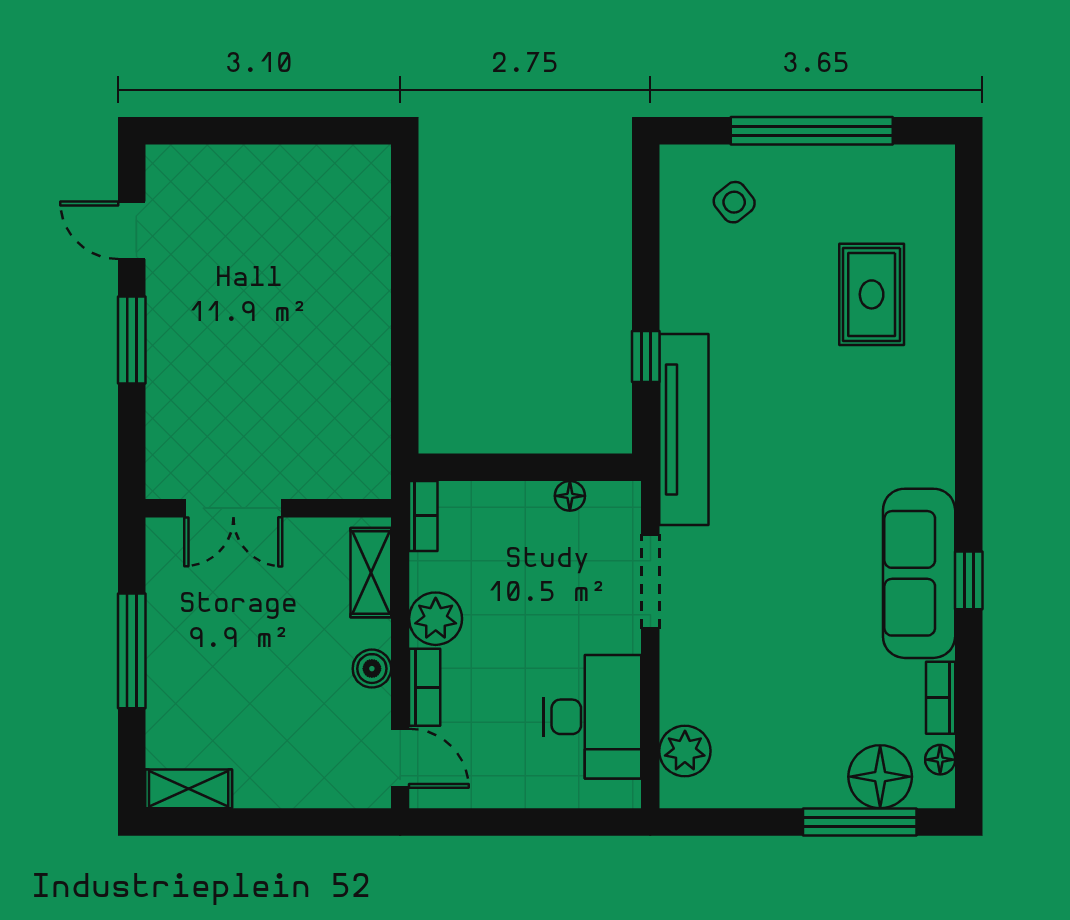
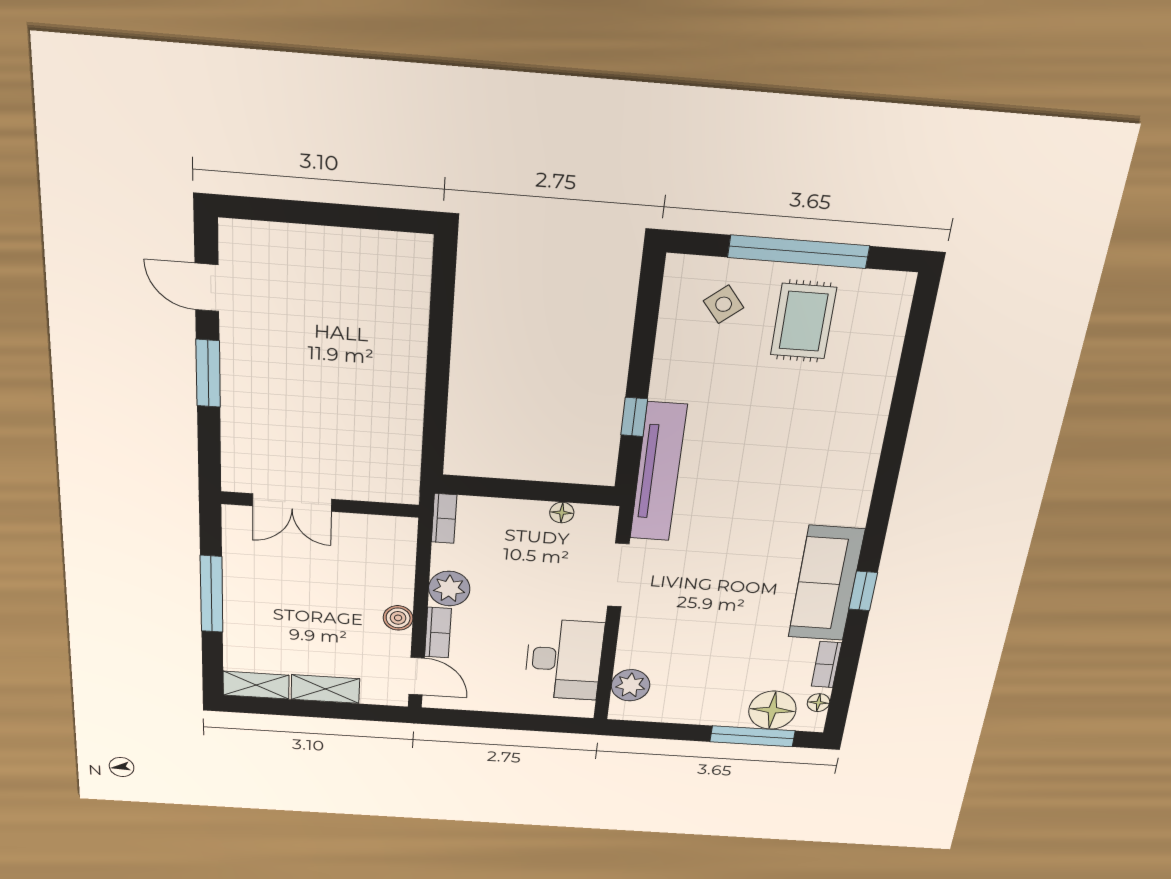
rug: (872, 294) -> (803, 321), moved
shelving: (371, 573) -> (325, 689), moved, turned 90

